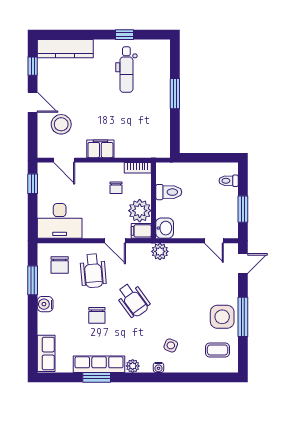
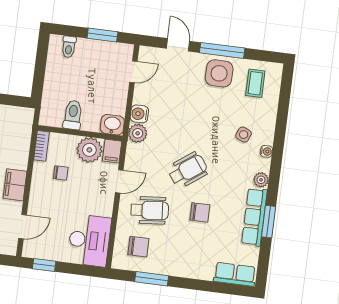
door: (243, 264) -> (178, 45), moved
water cooler: (45, 304) -> (139, 114), moved, turned 90

